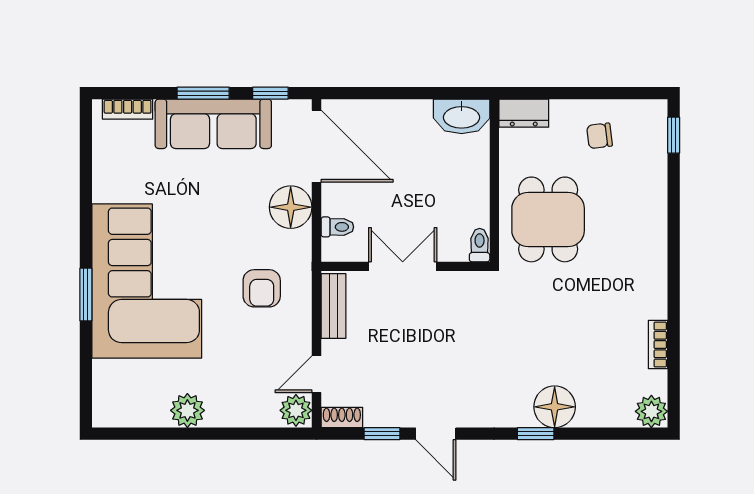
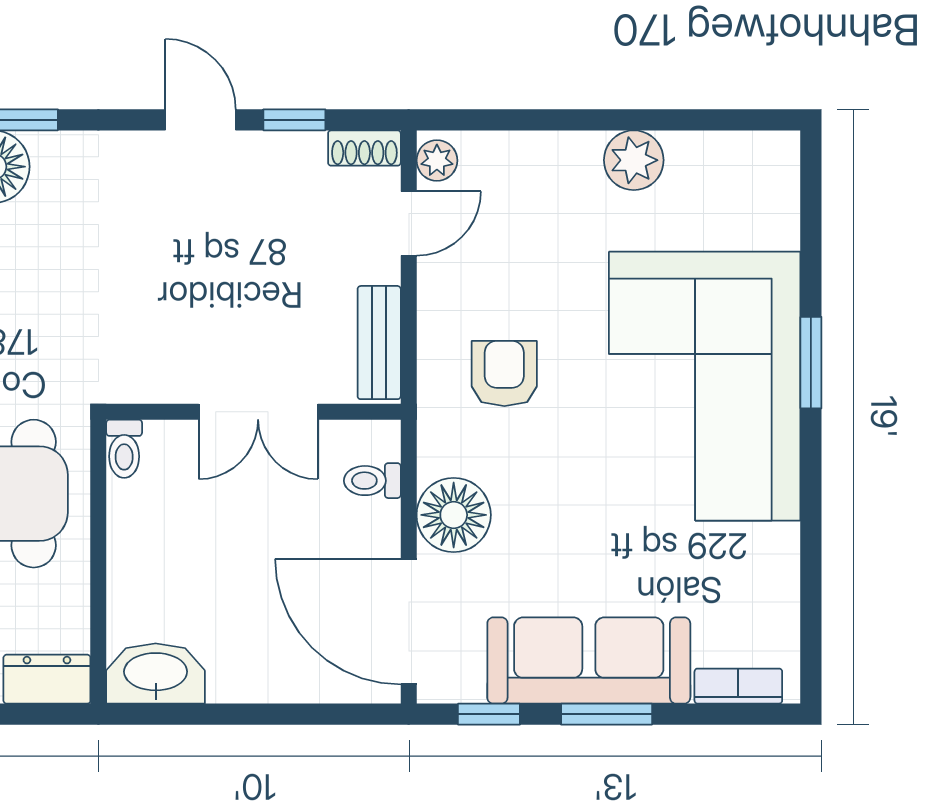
plant: (296, 410) -> (437, 160), width x0.73, depth x0.73

